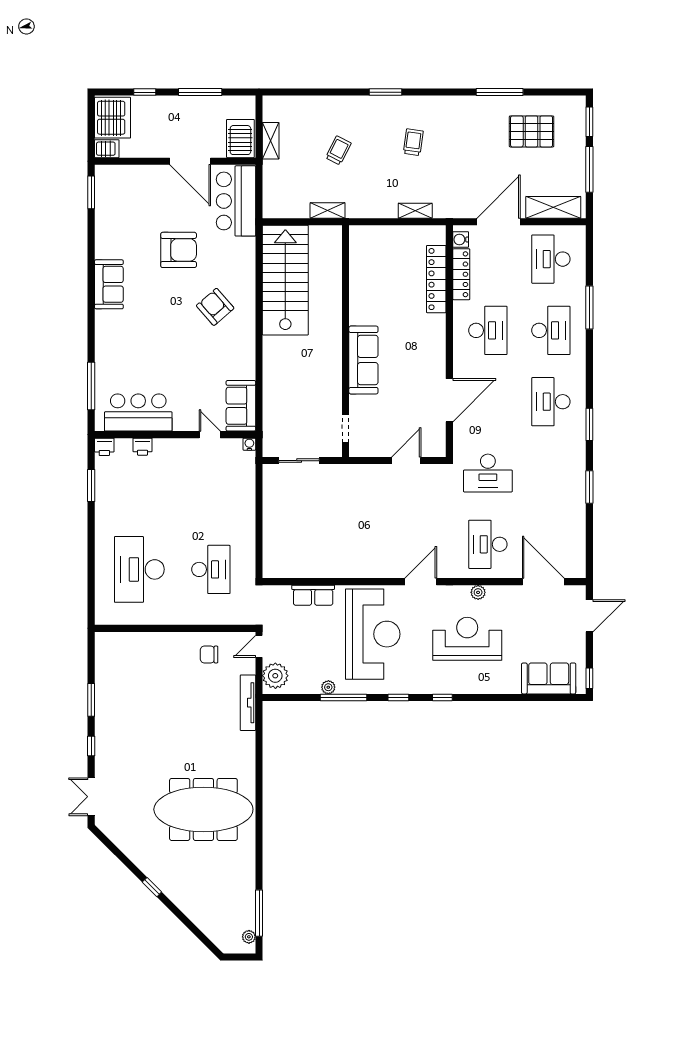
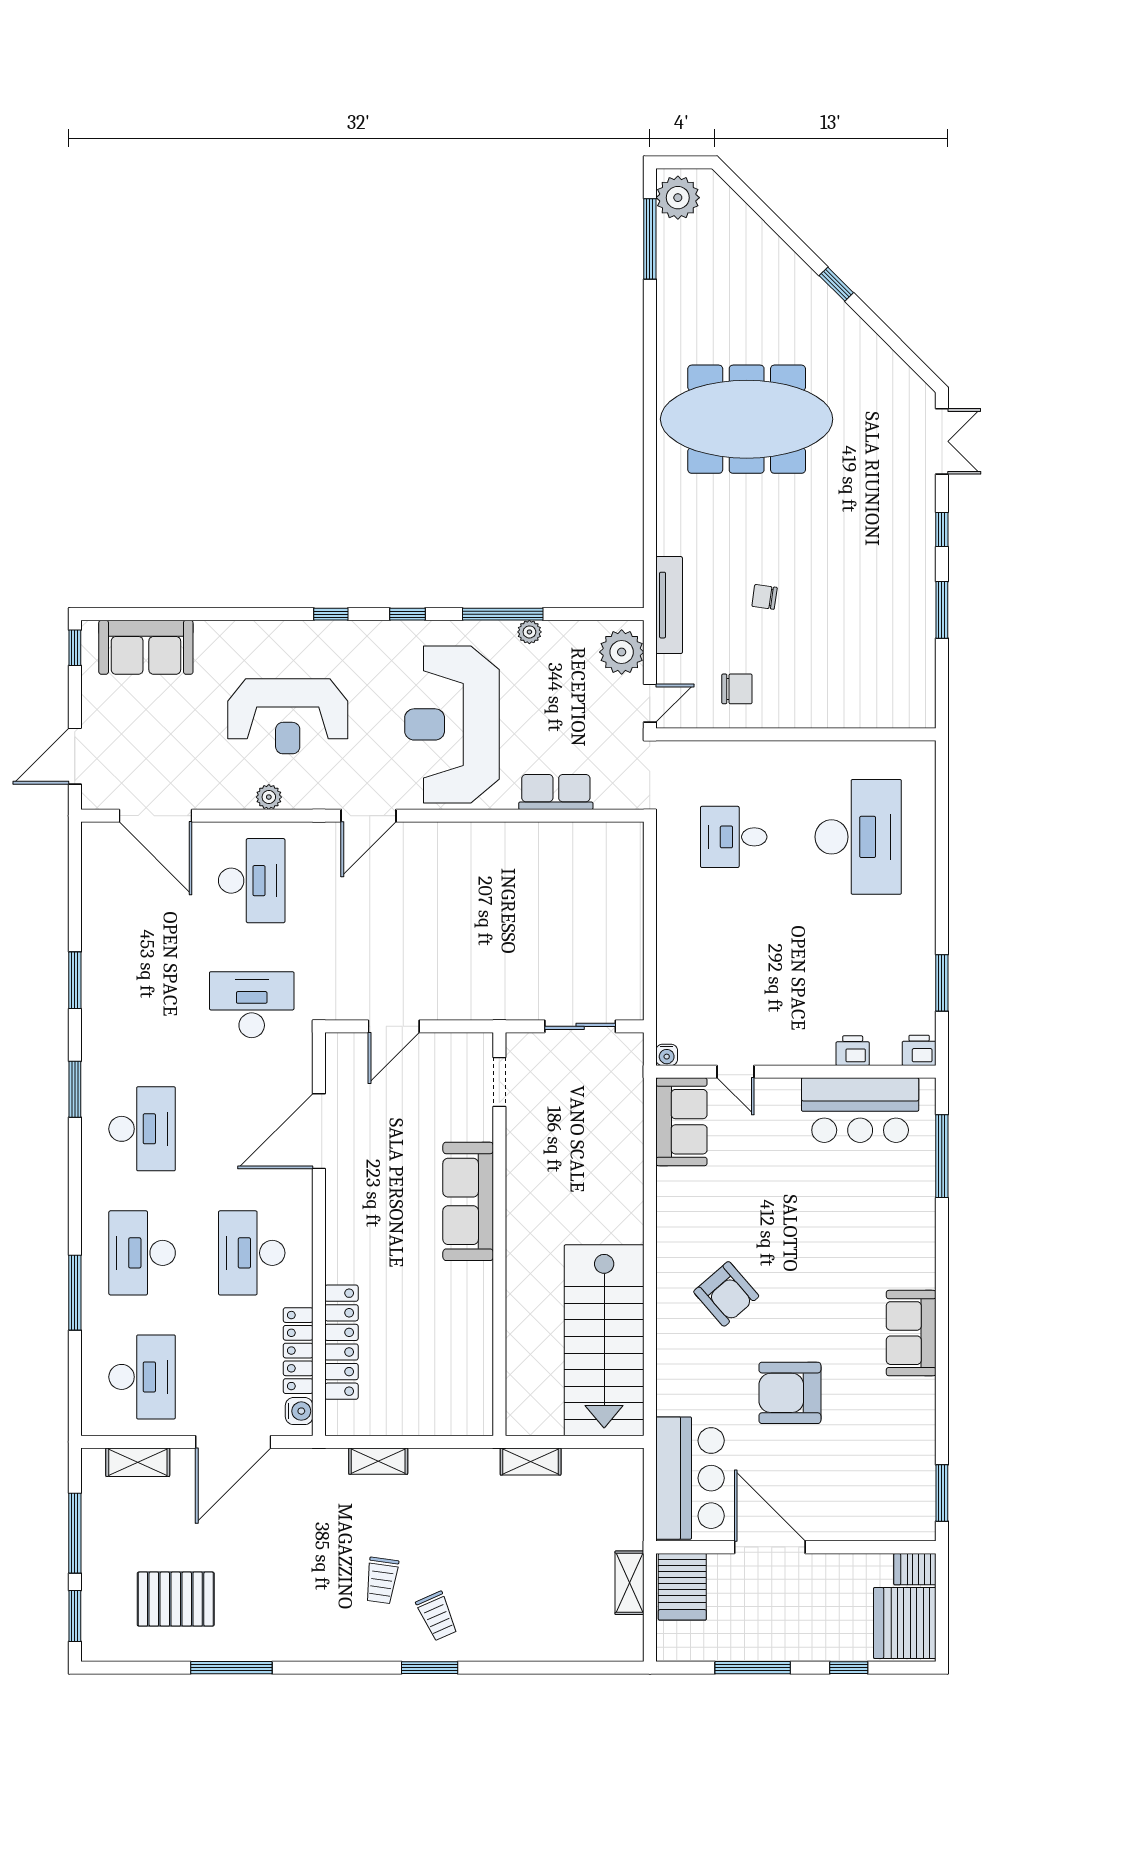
trolley: (338, 150) -> (437, 1616), moved, turned -51
shelving: (553, 207) -> (138, 1462), width x0.67, depth x0.75
desk: (211, 569) -> (734, 837), width x0.73
chair: (193, 707) -> (764, 597), added
plant: (249, 937) -> (678, 198), width x1.88, depth x1.88

